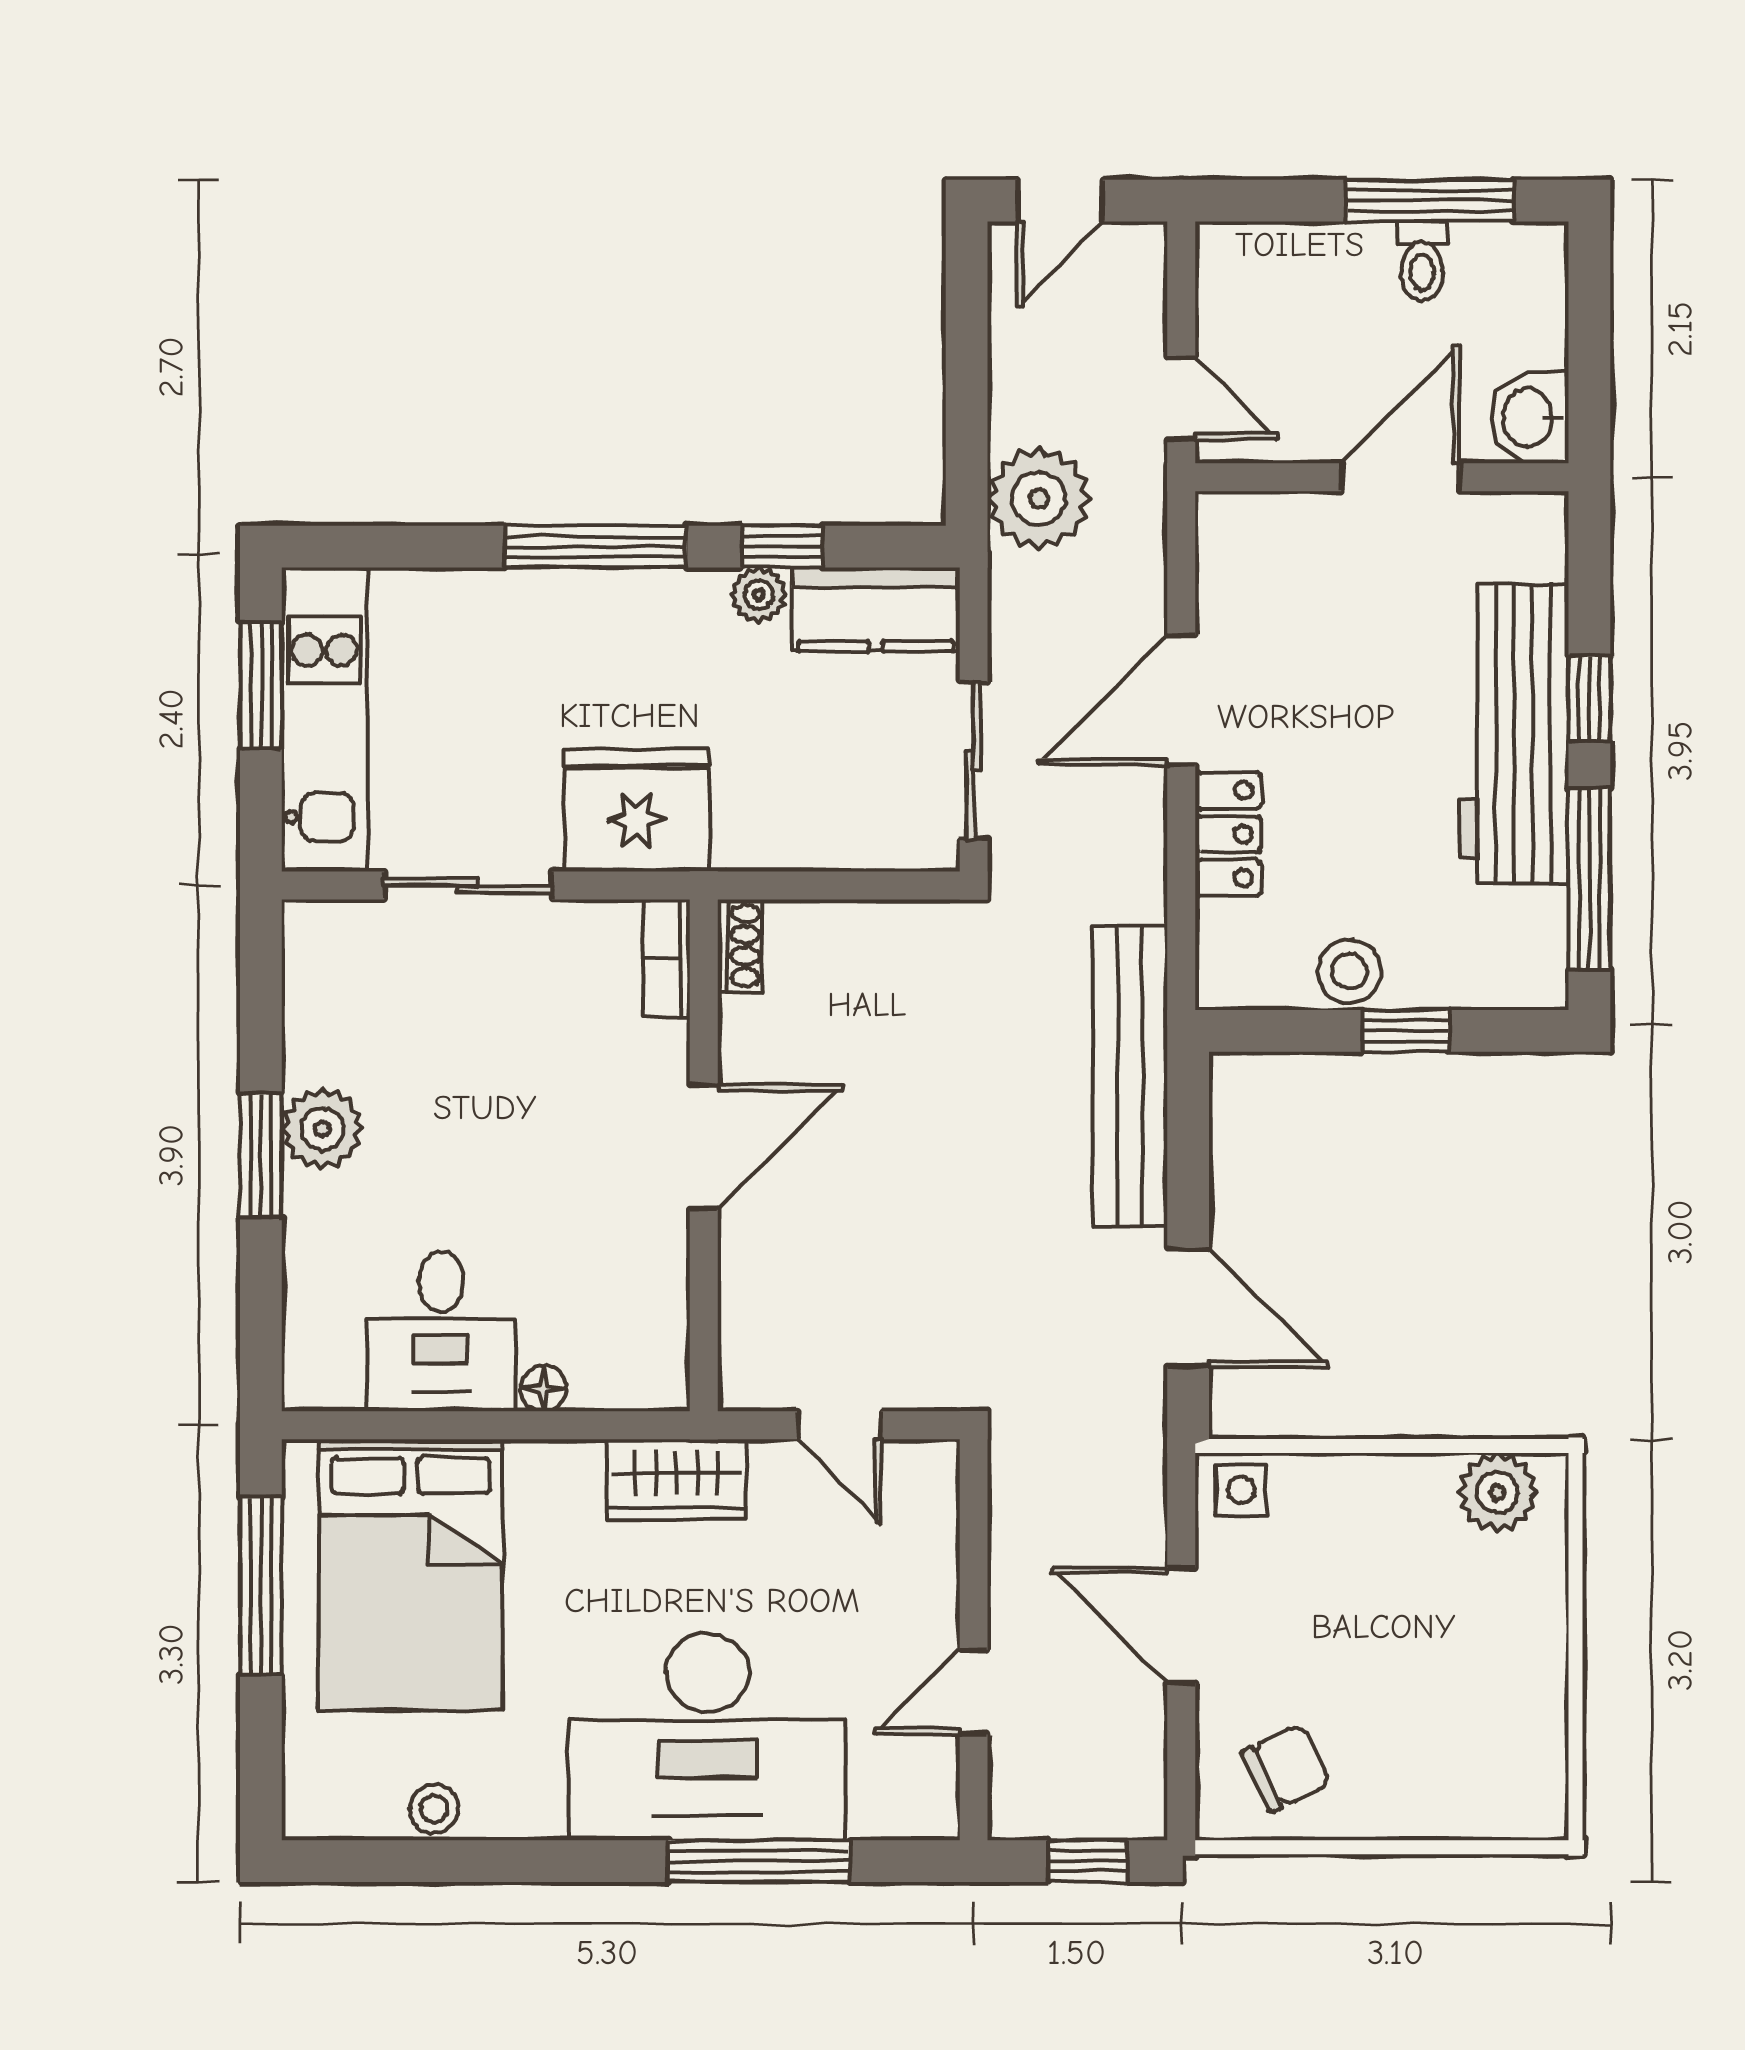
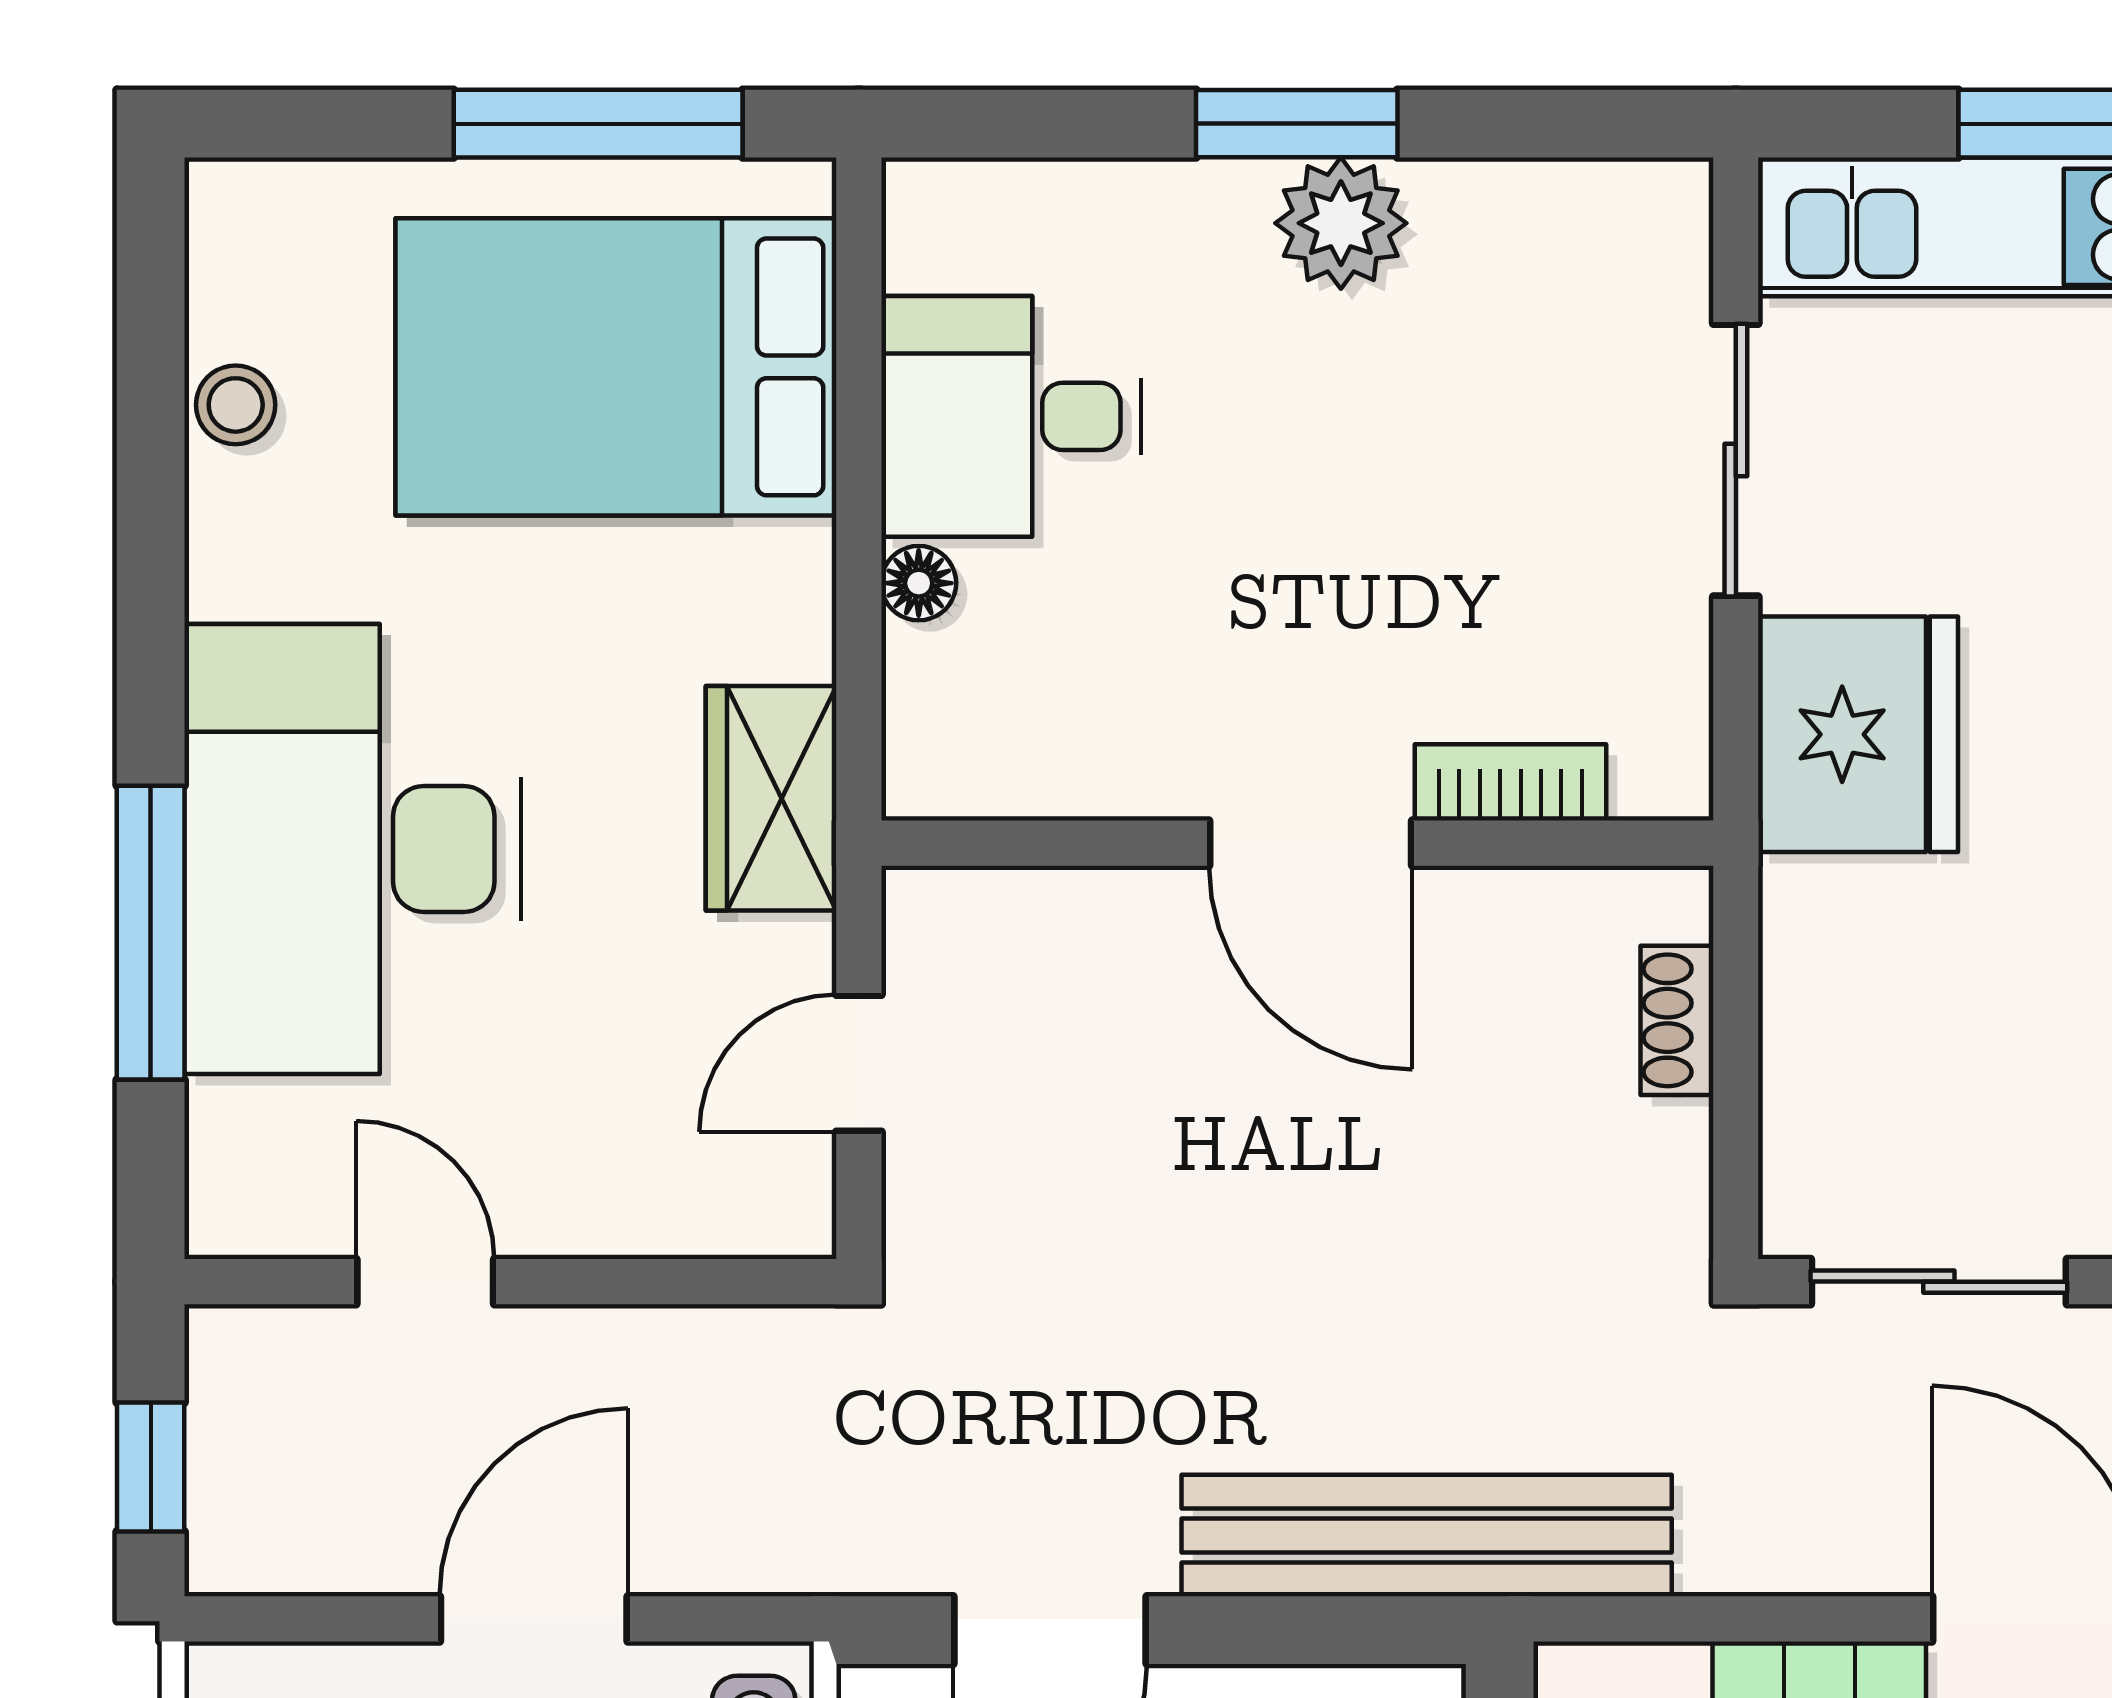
shoe rack: (740, 945) -> (1677, 1020), moved, turned 90
bookcase: (666, 958) -> (1510, 782), moved

